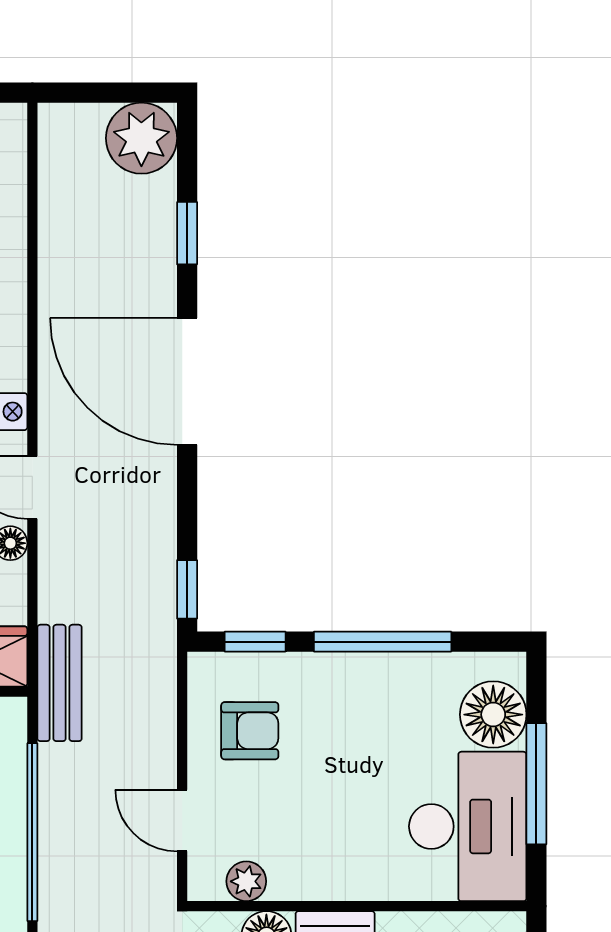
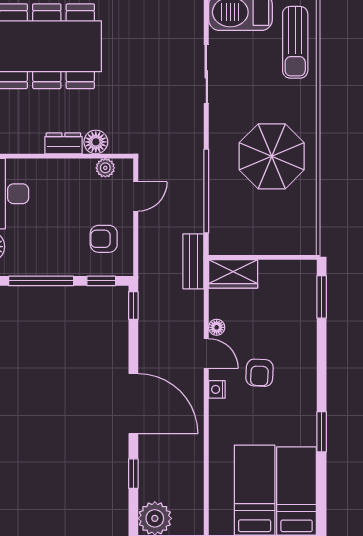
door: (182, 820) -> (136, 197), hinge flipped

